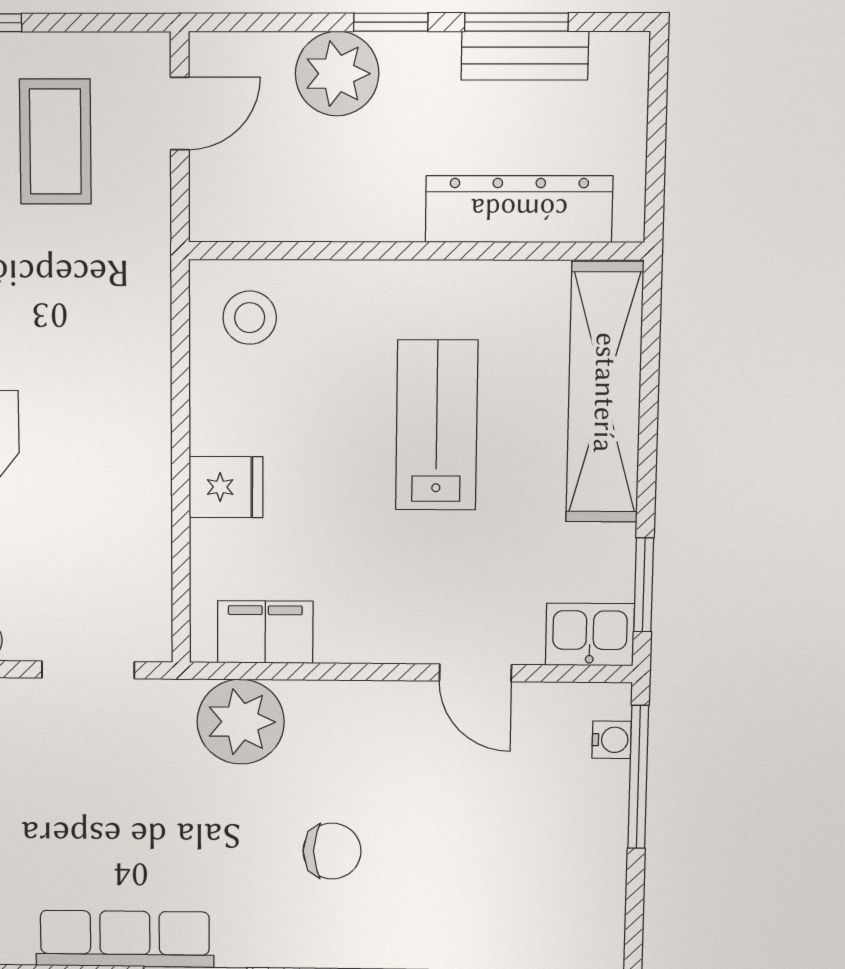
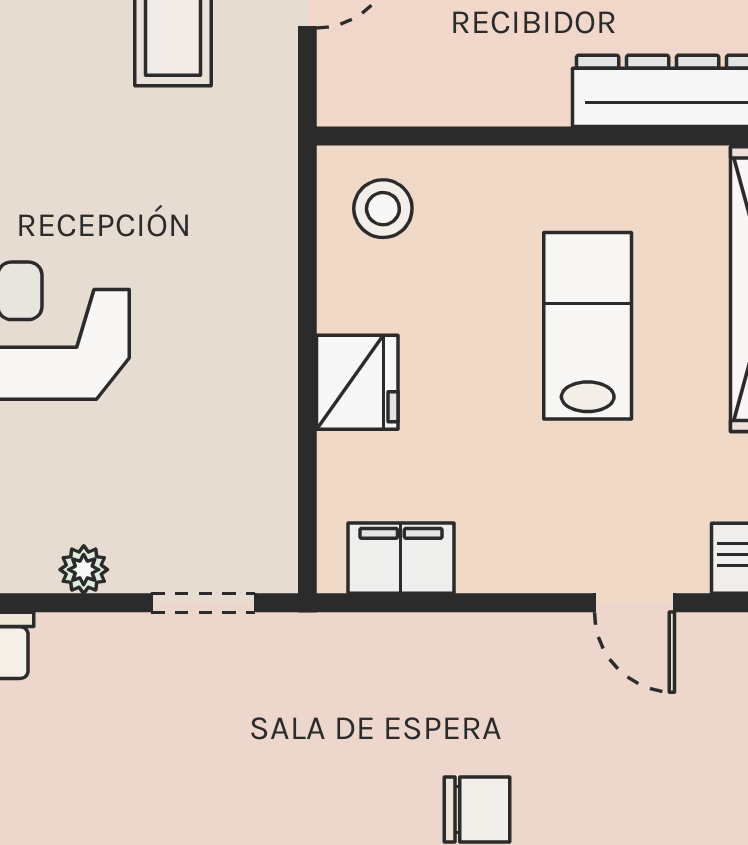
fridge: (226, 487) -> (357, 382), width x1.38
plant: (241, 722) -> (374, 661), removed

